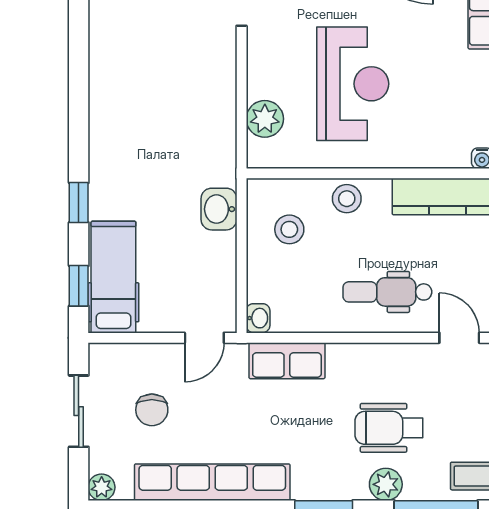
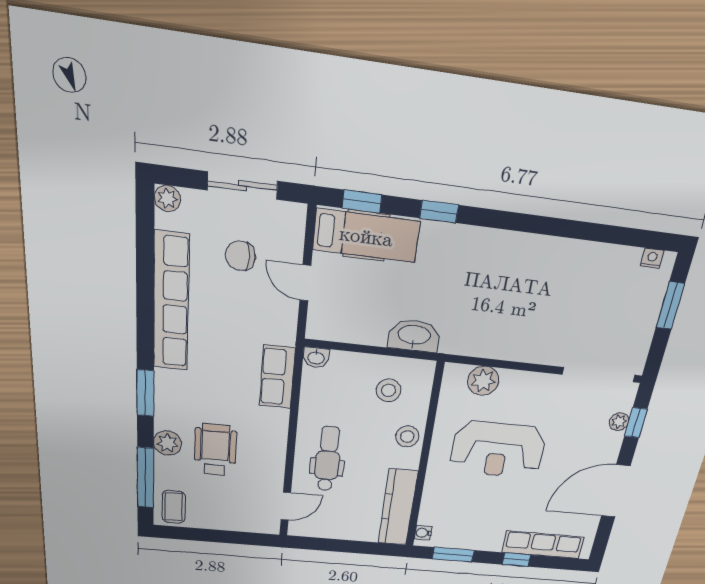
washbasin: (219, 209) -> (414, 336), width x1.38
door: (204, 338) -> (305, 283), moved

